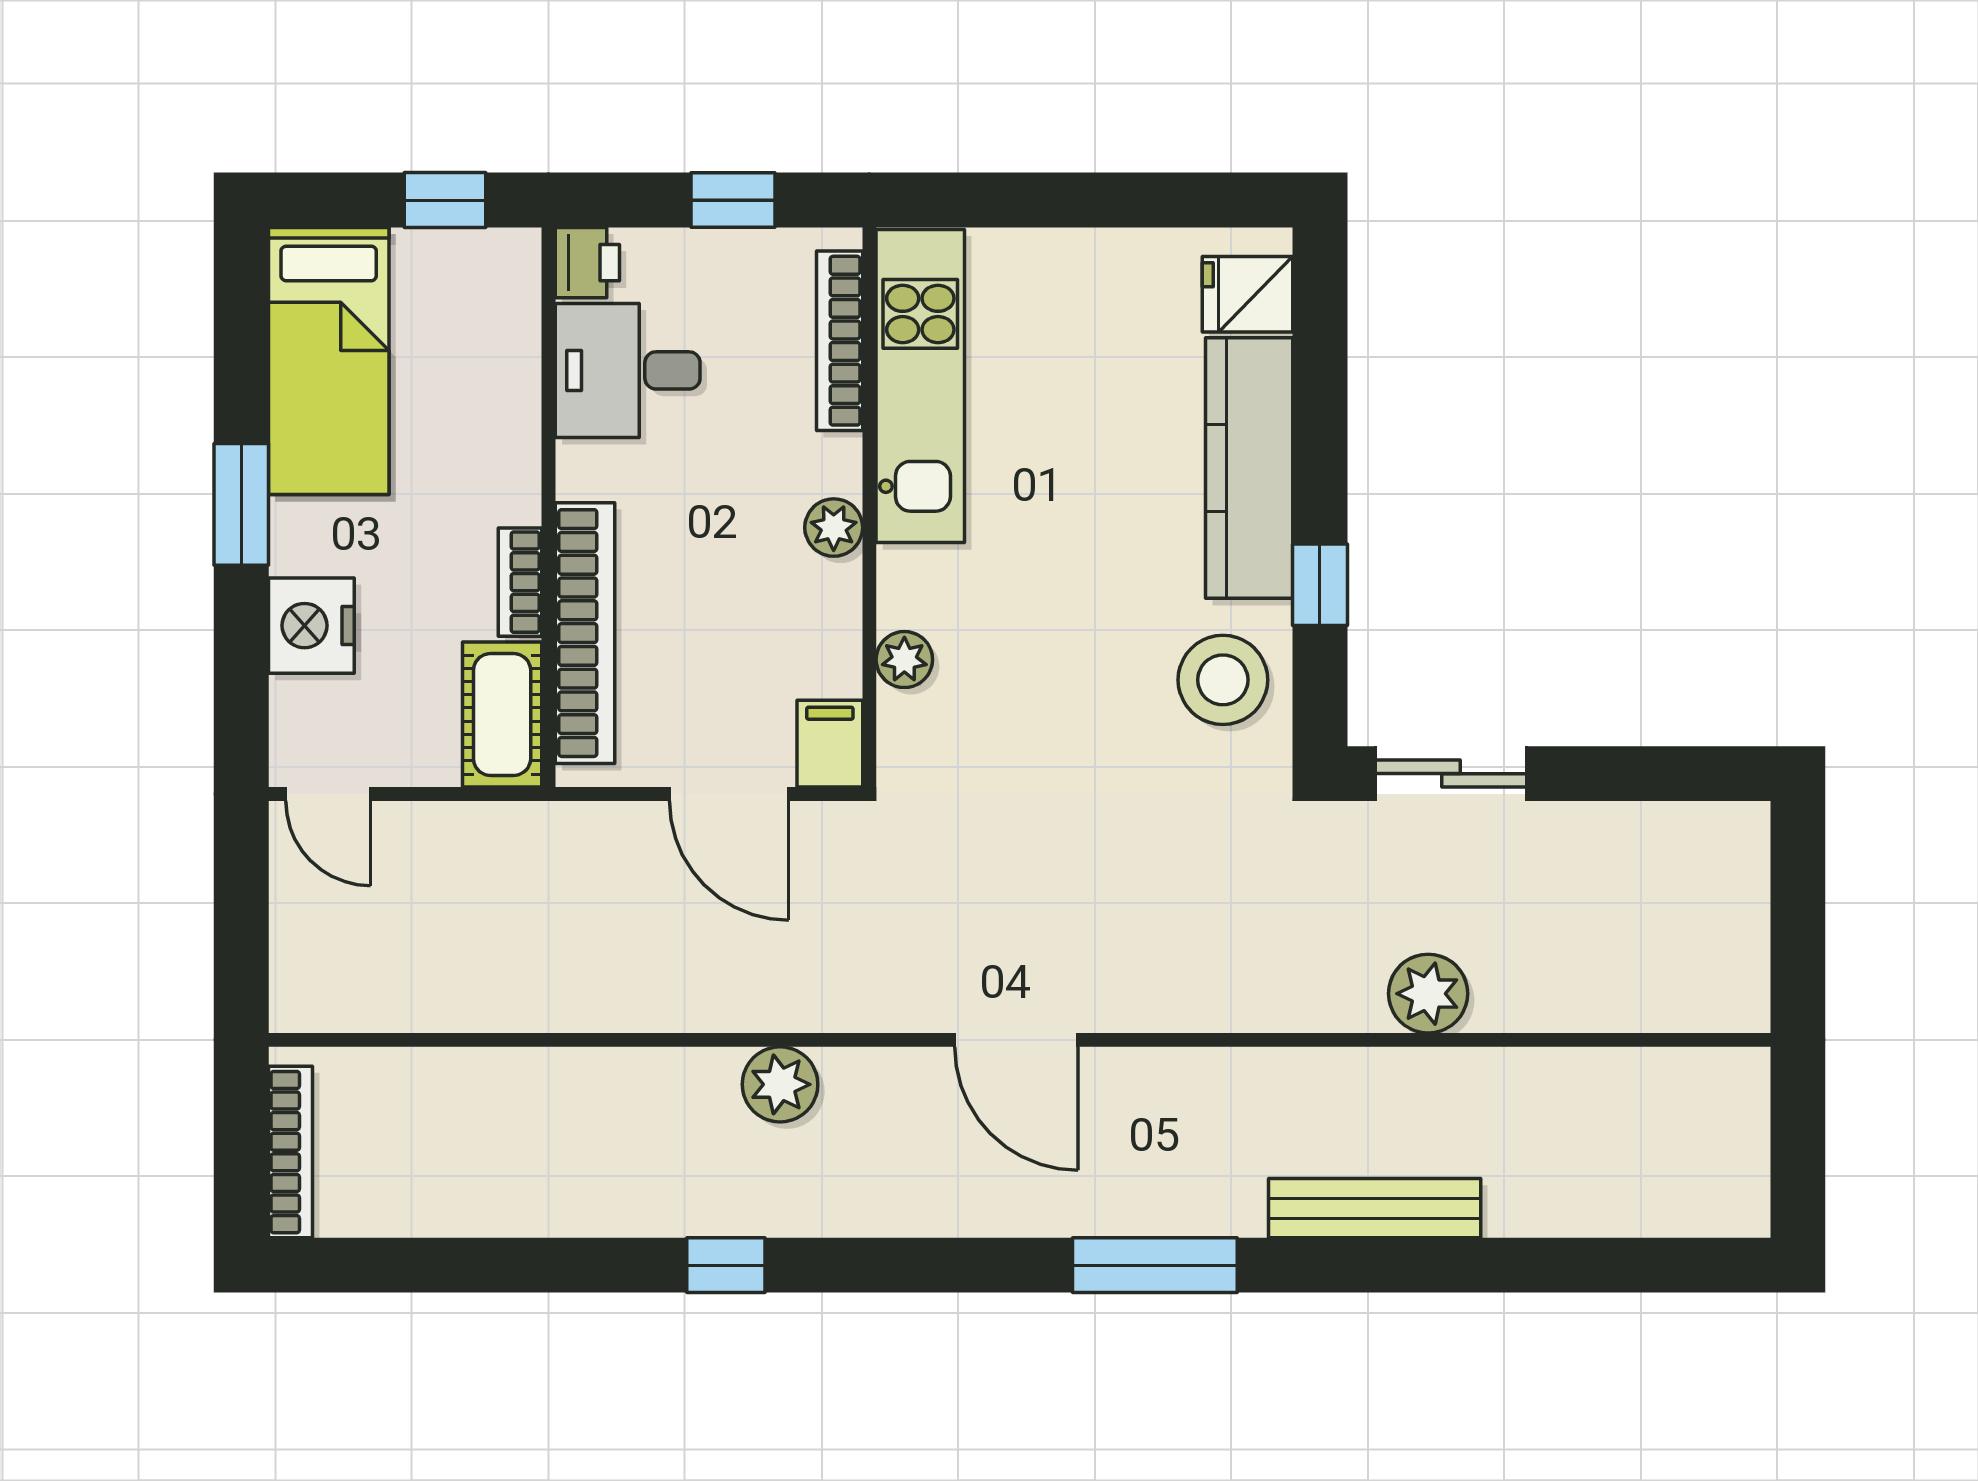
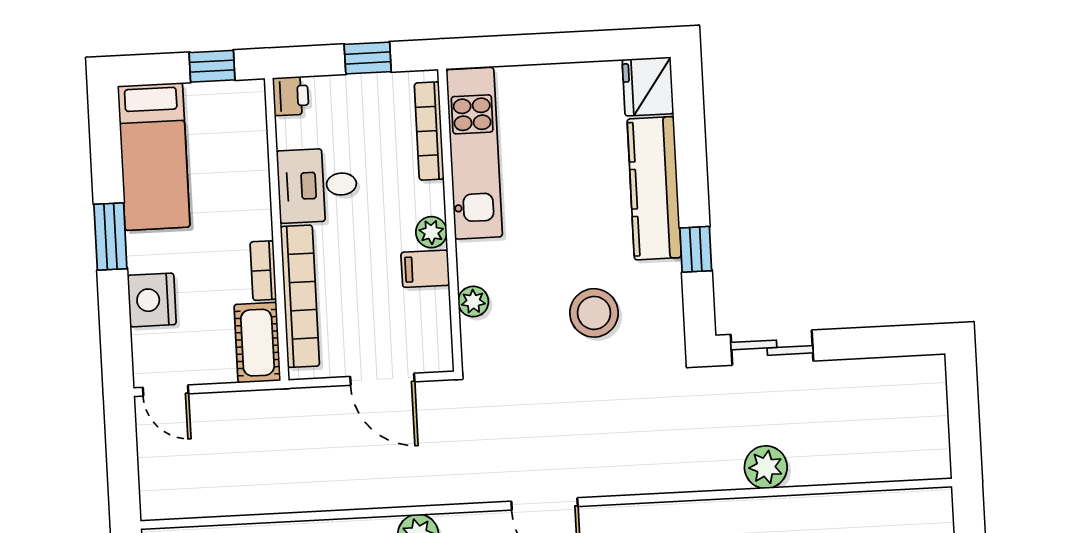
fridge: (1248, 294) -> (648, 87), width x1.38
desk: (628, 370) -> (317, 185), moved
stool: (1223, 680) -> (594, 313), moved
filing cabinet: (830, 744) -> (425, 269), moved, turned -90

